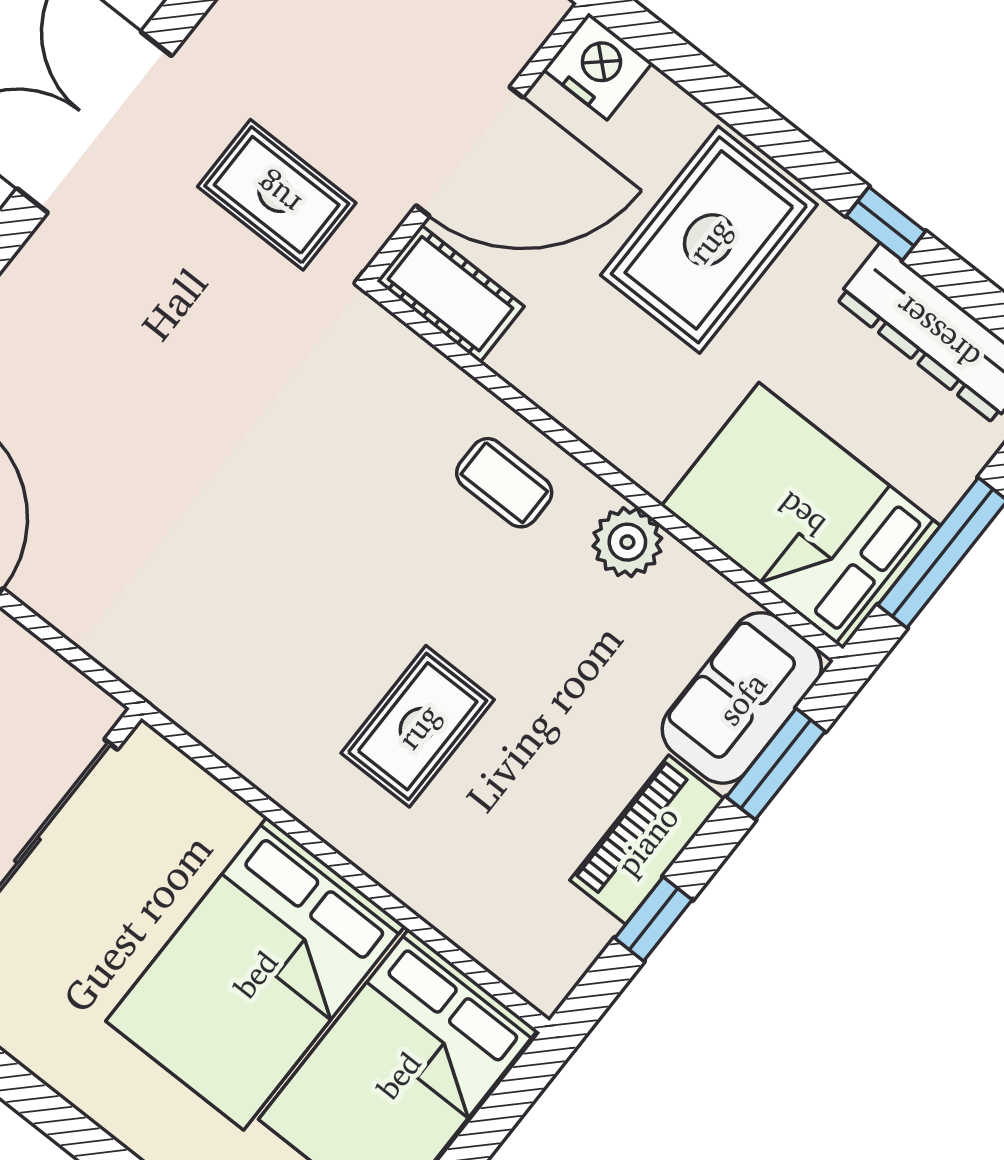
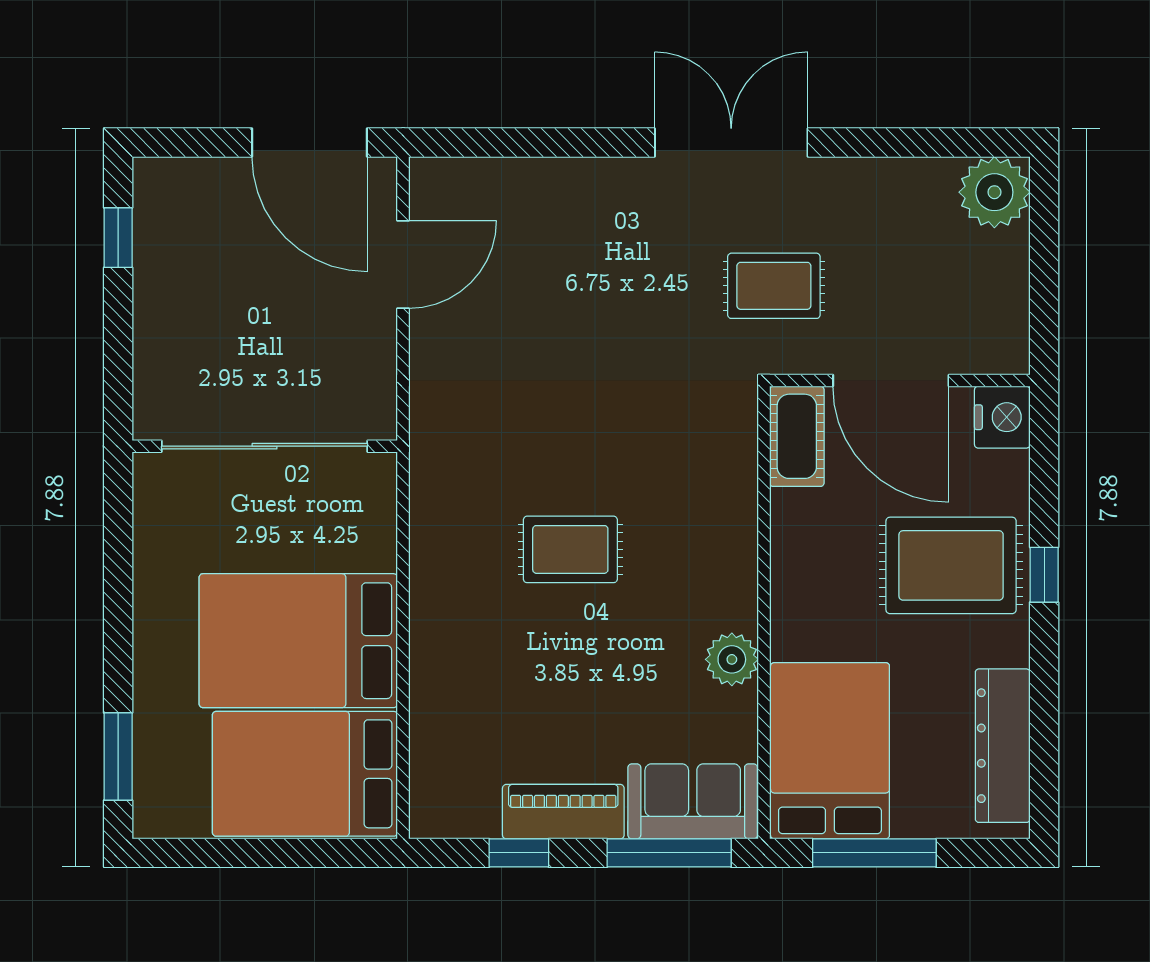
rug: (277, 195) -> (774, 286), turned 90
window: (886, 224) -> (1044, 575), moved
coffee table: (504, 483) -> (709, 558), removed
rug: (418, 726) -> (570, 549), moved
window: (776, 764) -> (669, 853), width x1.44

